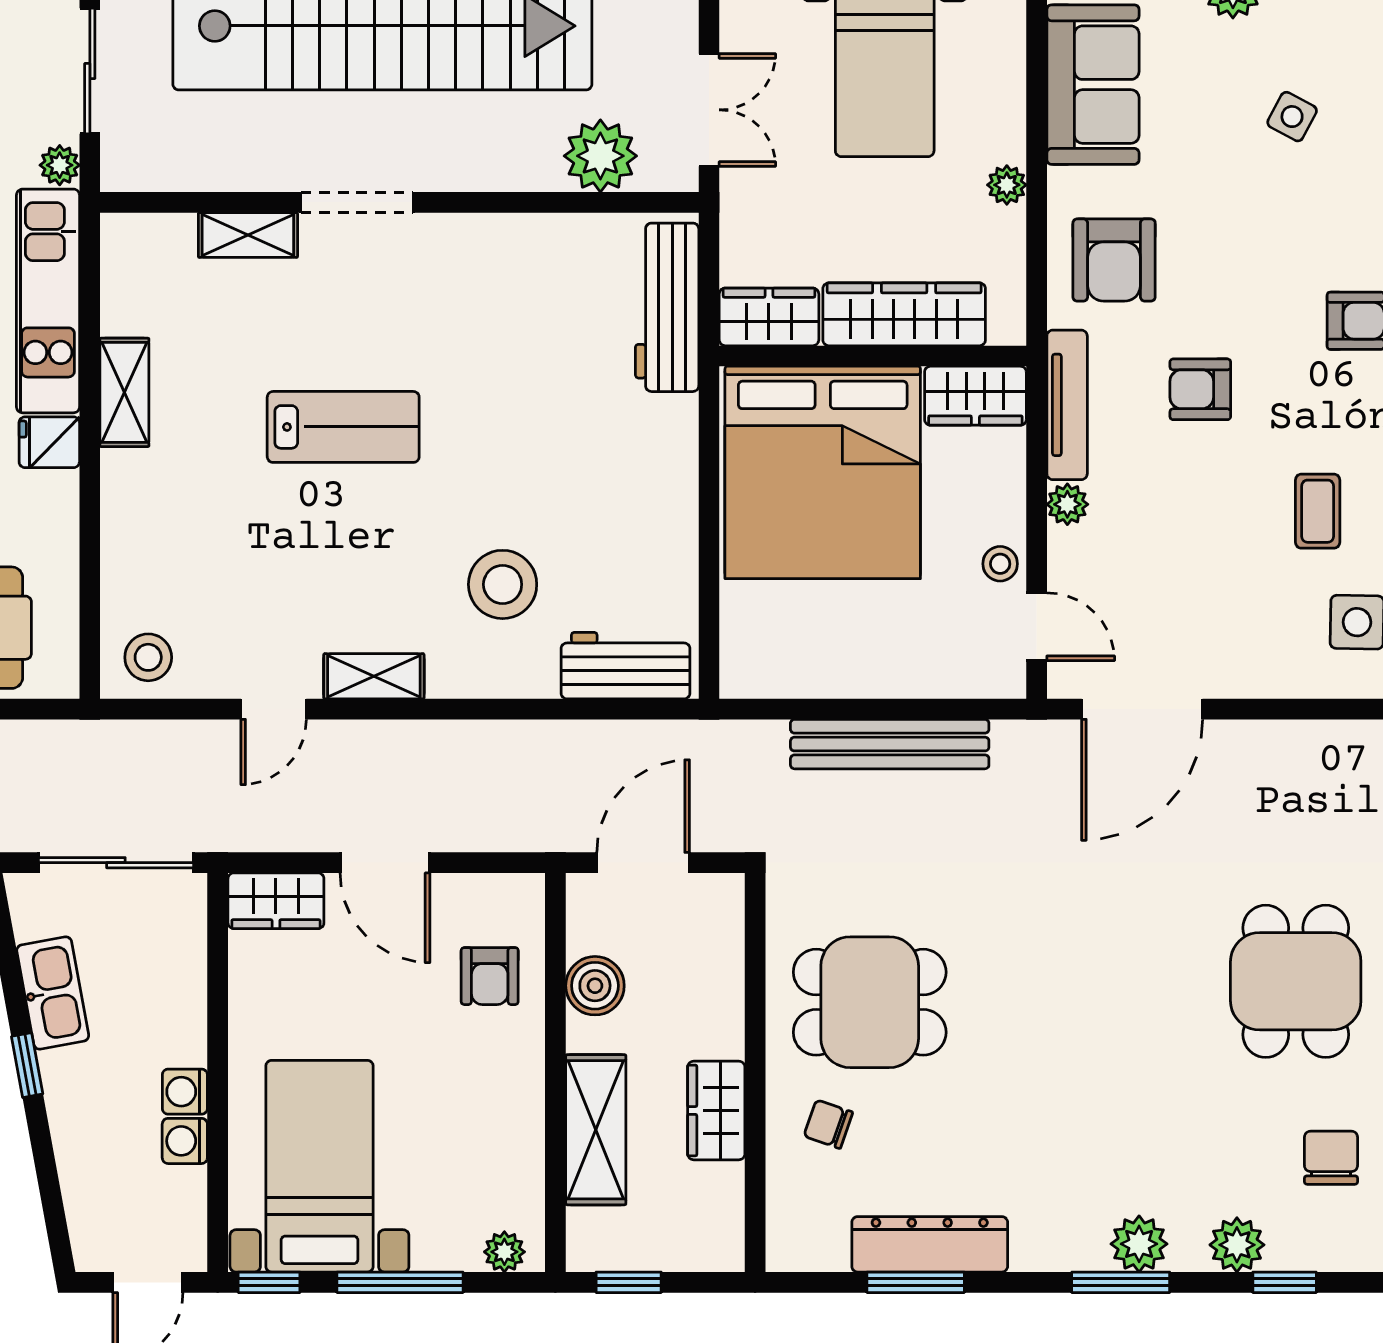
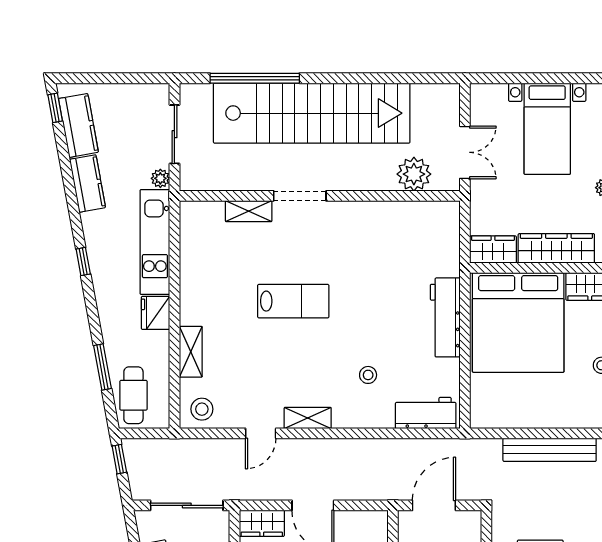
workbench: (667, 307) -> (445, 317), moved
shelving: (124, 392) -> (191, 352), moved
fridge: (49, 442) -> (155, 313), width x1.38
stool: (503, 584) -> (368, 375), width x0.53, depth x0.53

